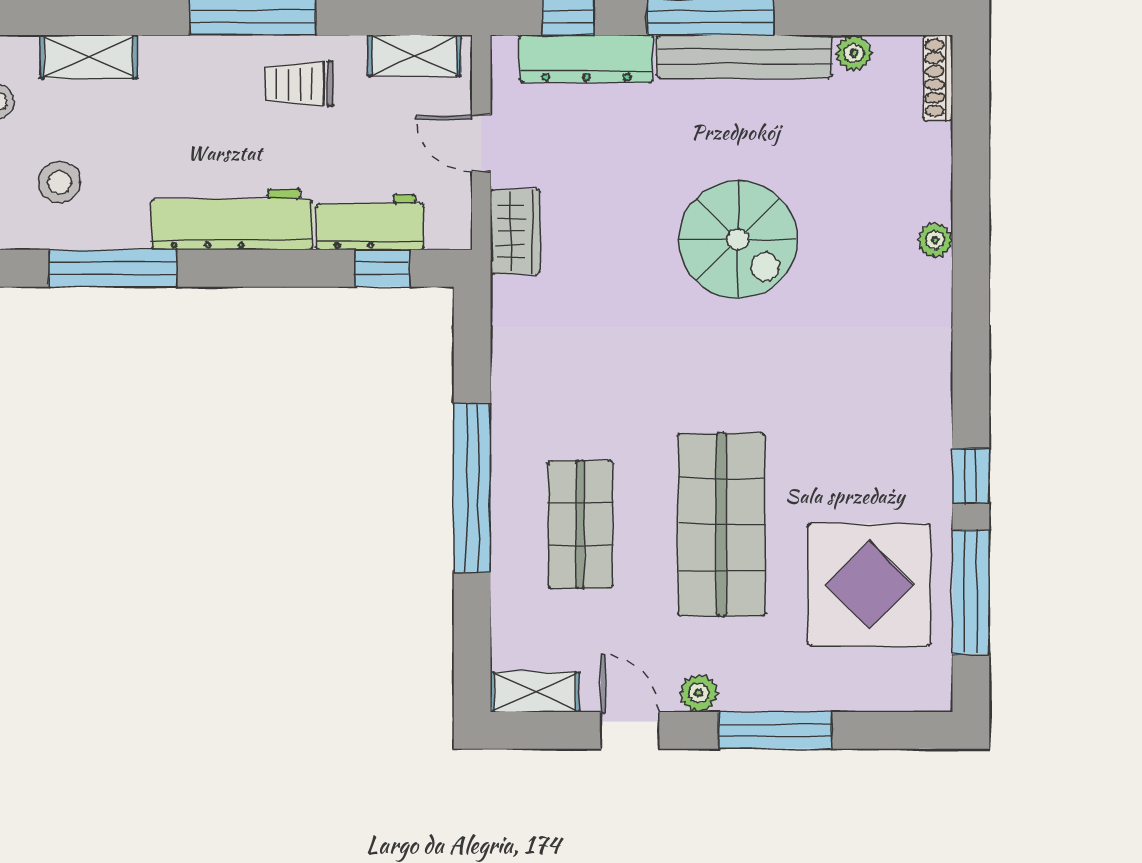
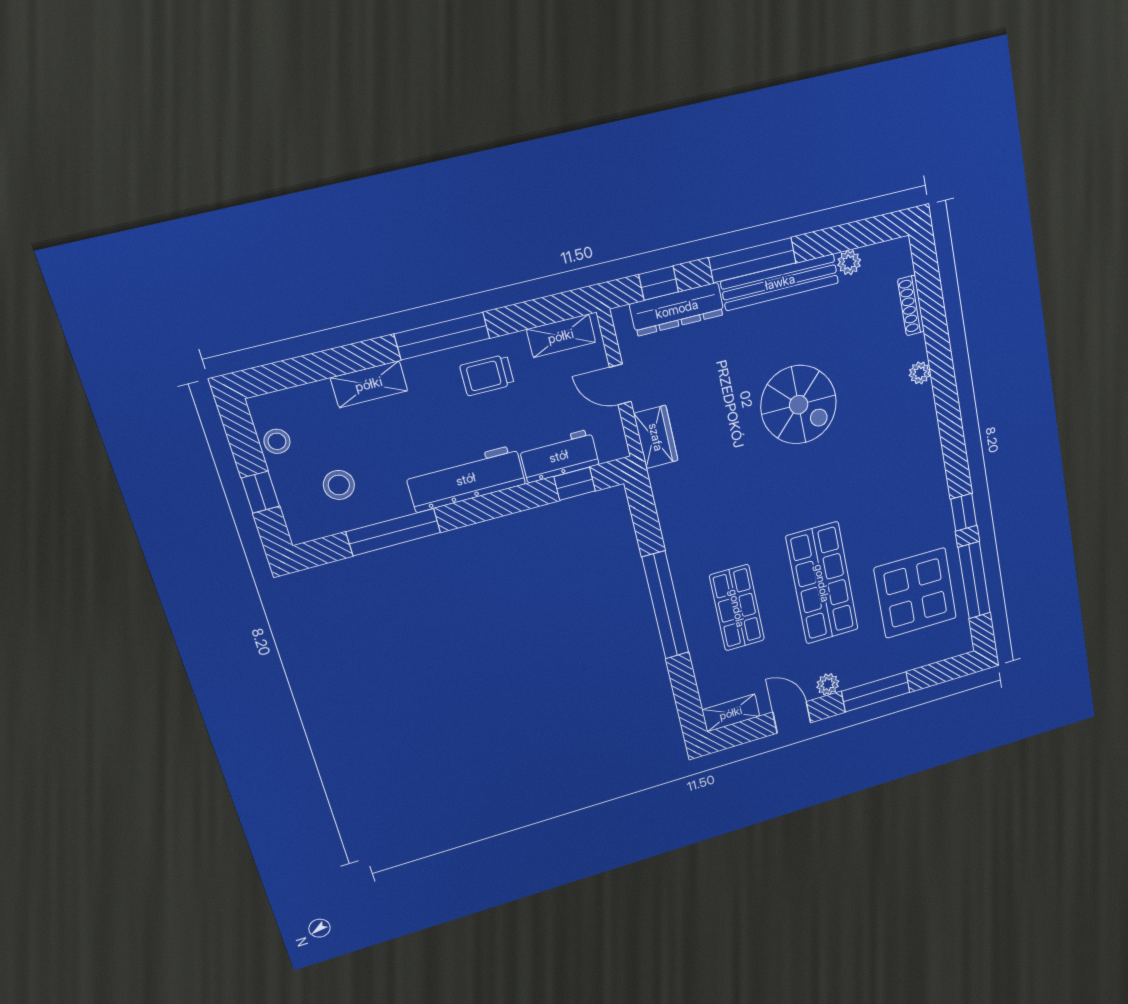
shelving: (88, 57) -> (369, 384), moved
shoe rack: (938, 78) -> (911, 305), moved

